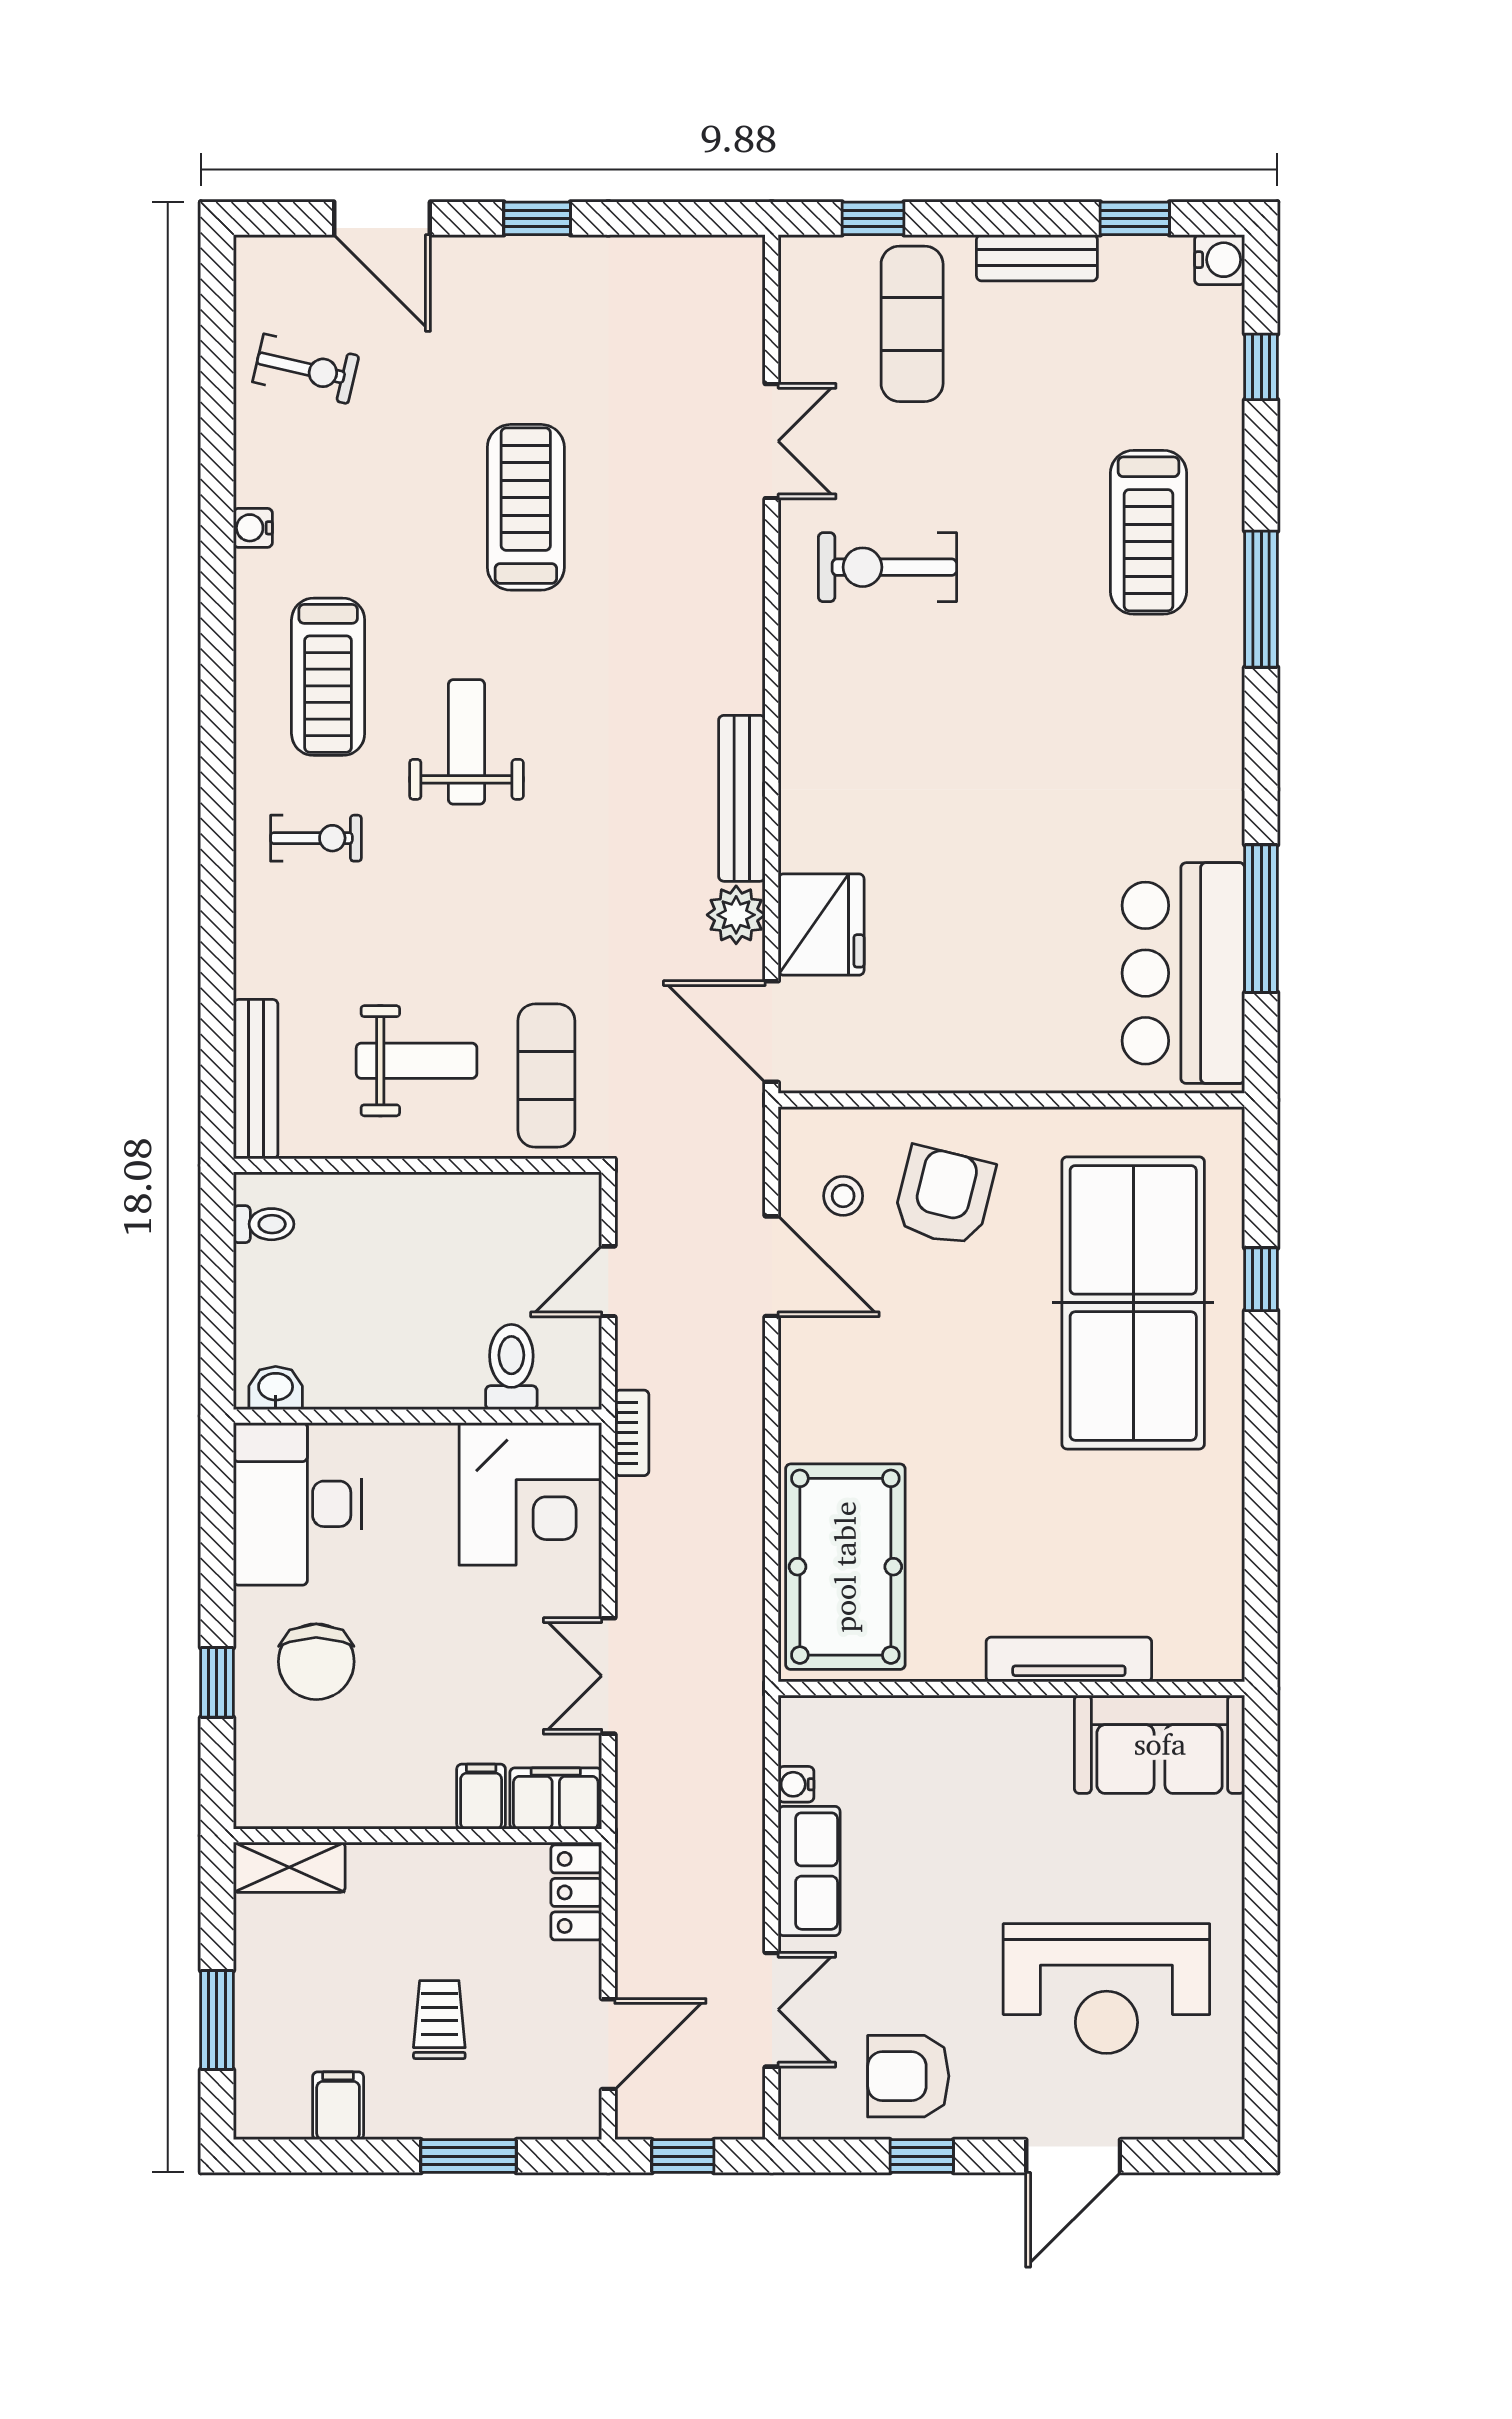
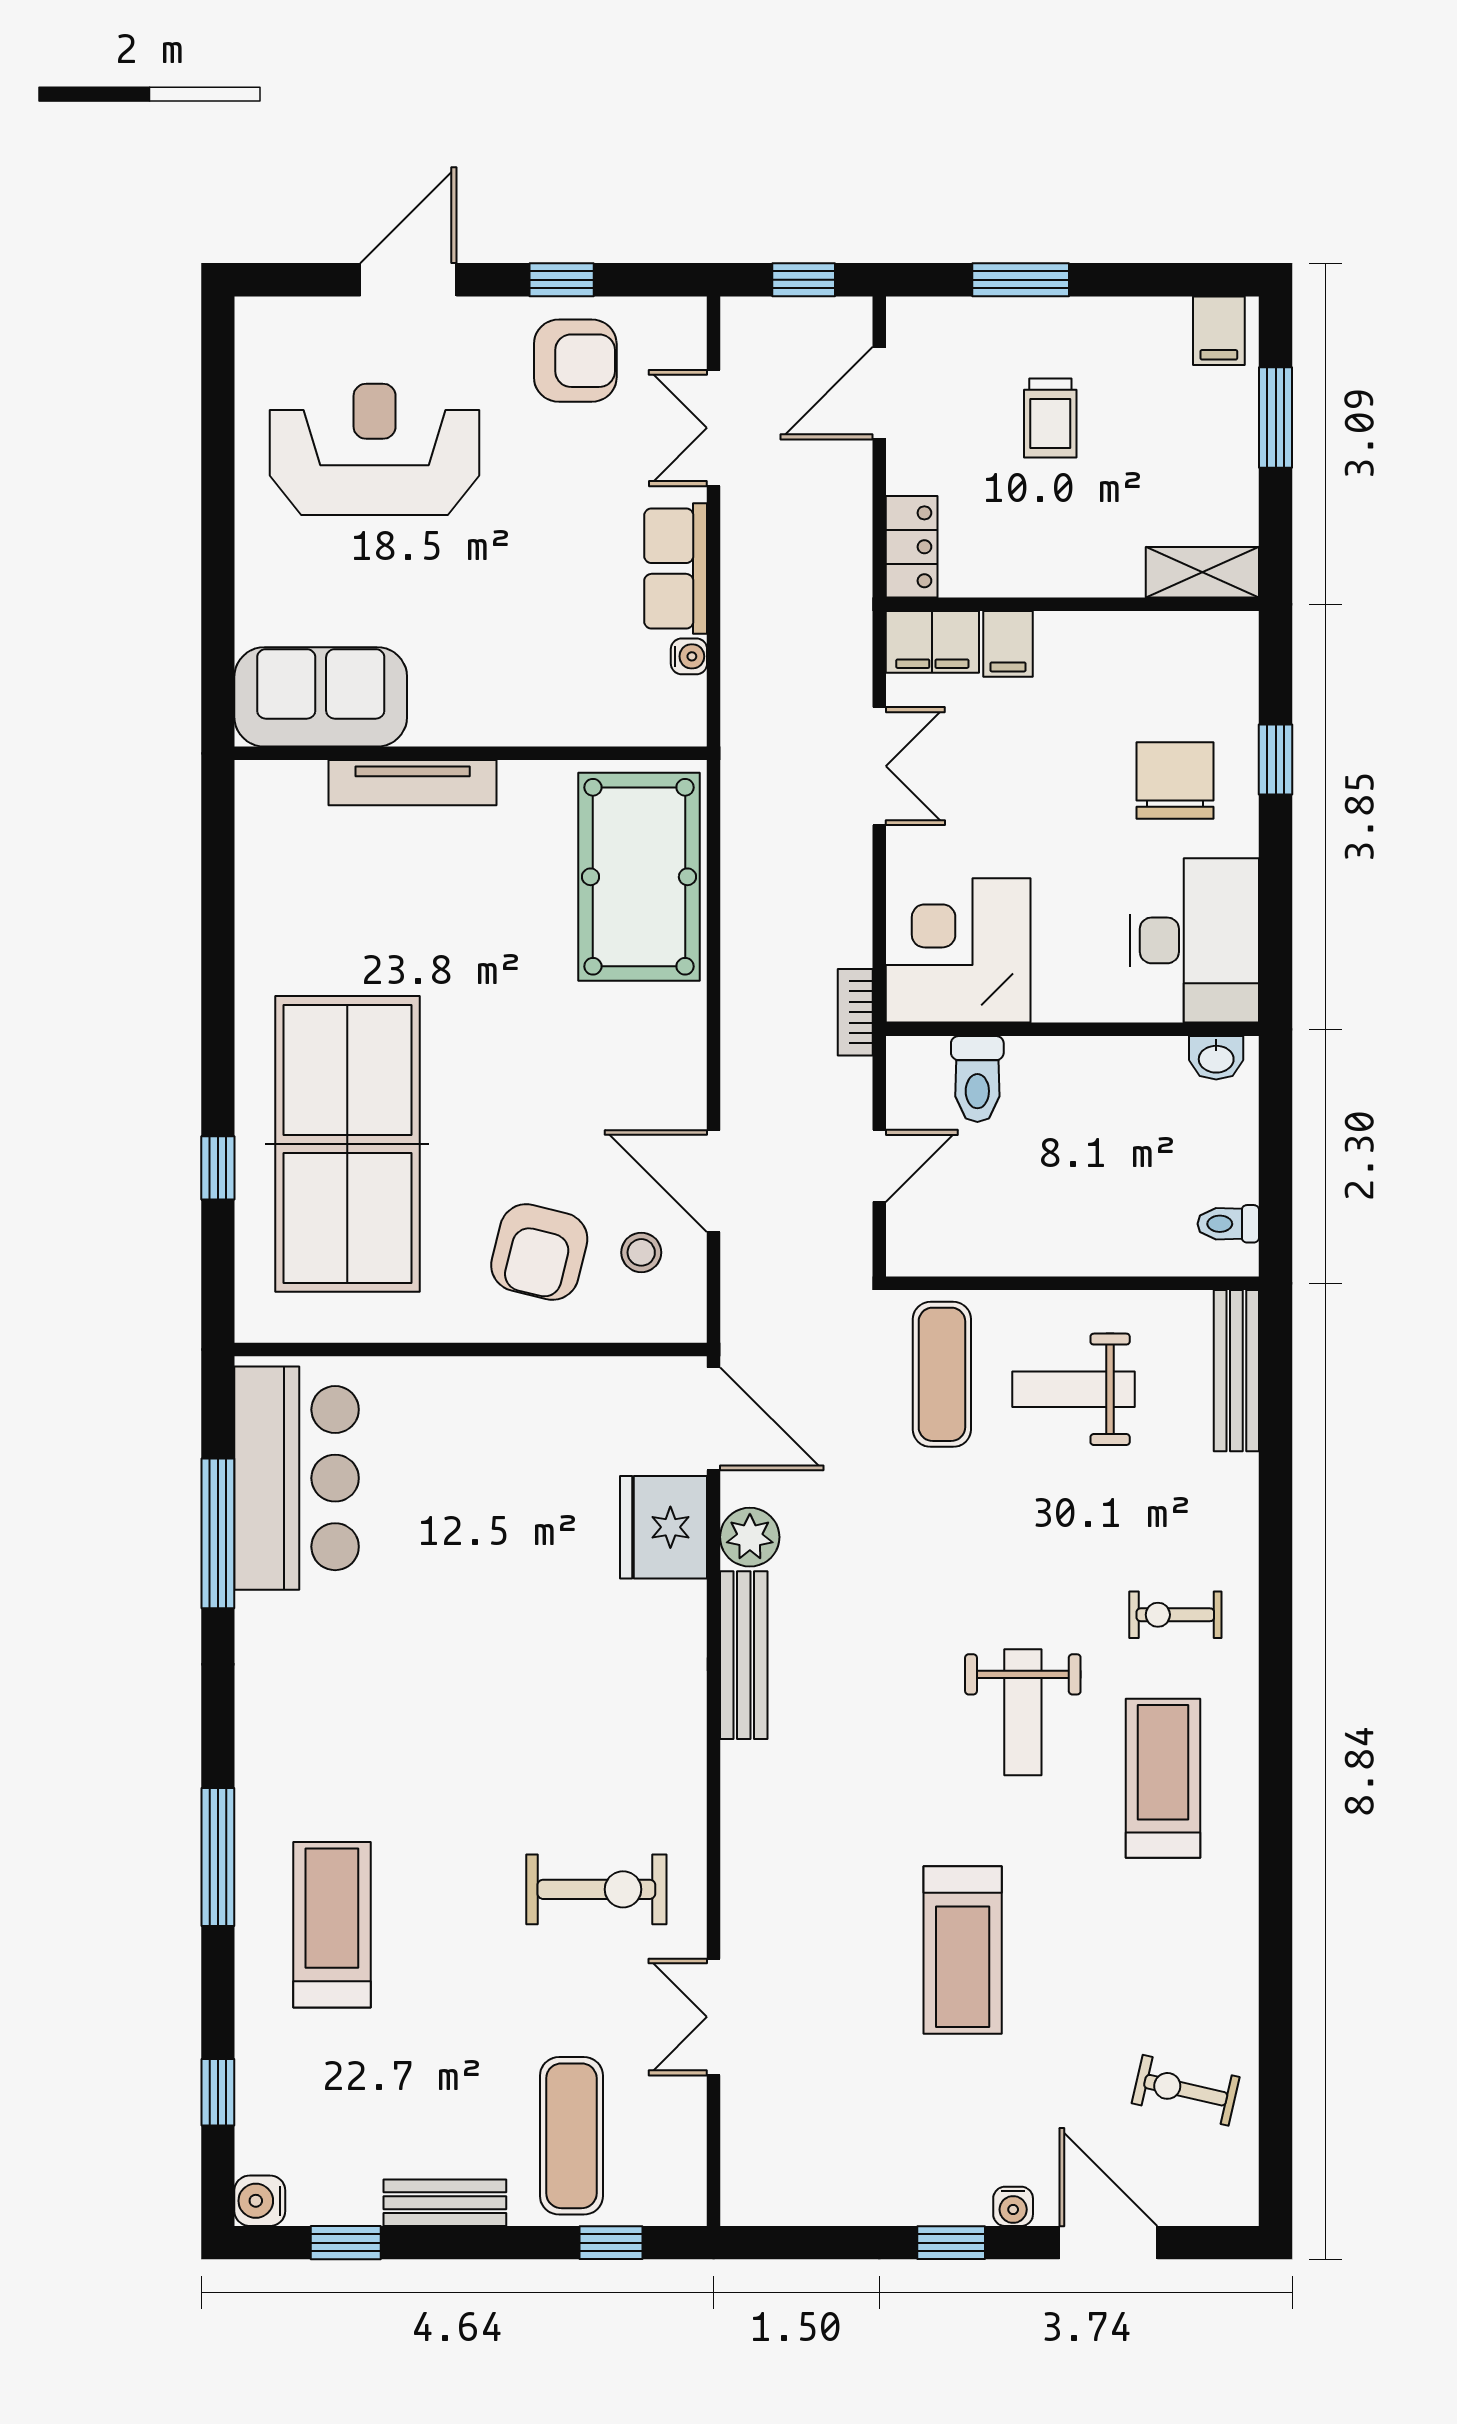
water cooler: (253, 528) -> (1013, 2206), moved, turned 90
filing cabinet: (338, 2106) -> (1219, 331), moved

